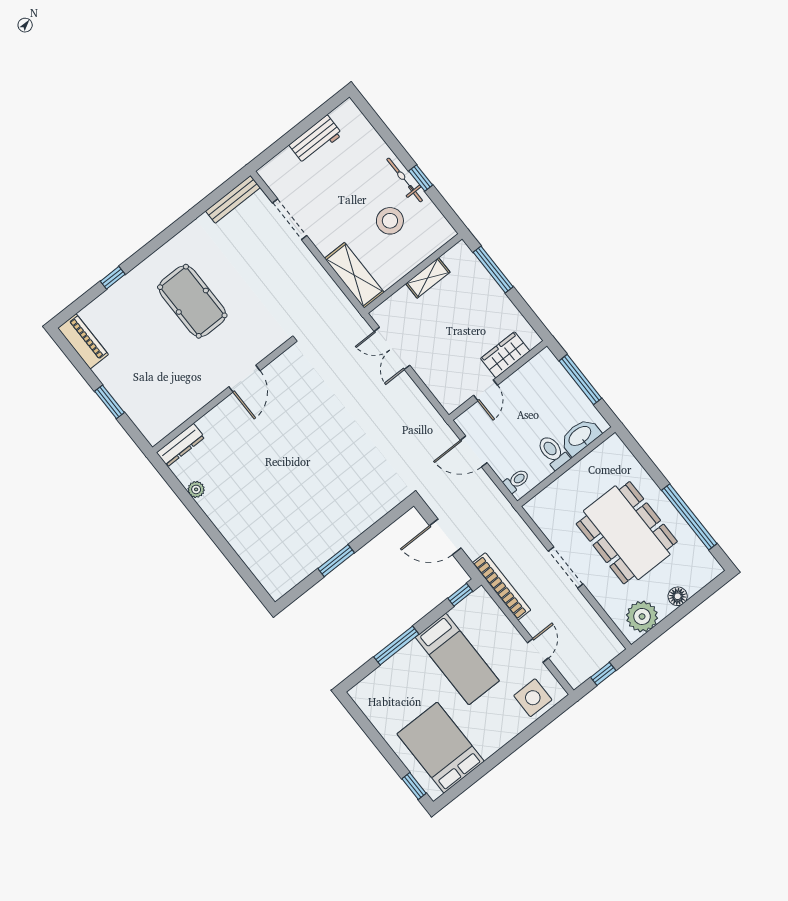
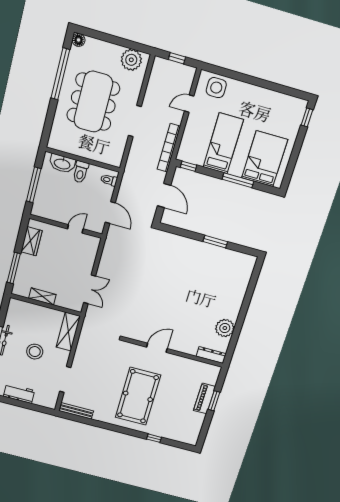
stool: (390, 221) -> (35, 352), moved
pool table: (192, 301) -> (138, 396), width x1.36, depth x1.32
piano: (83, 341) -> (204, 399), moved
wardrobe: (505, 355) -> (31, 241), moved, turned -90
plant: (196, 489) -> (225, 328), width x1.87, depth x1.87
floor lamp: (678, 596) -> (79, 40), moved
bed: (441, 748) -> (265, 159), moved, turned 180

